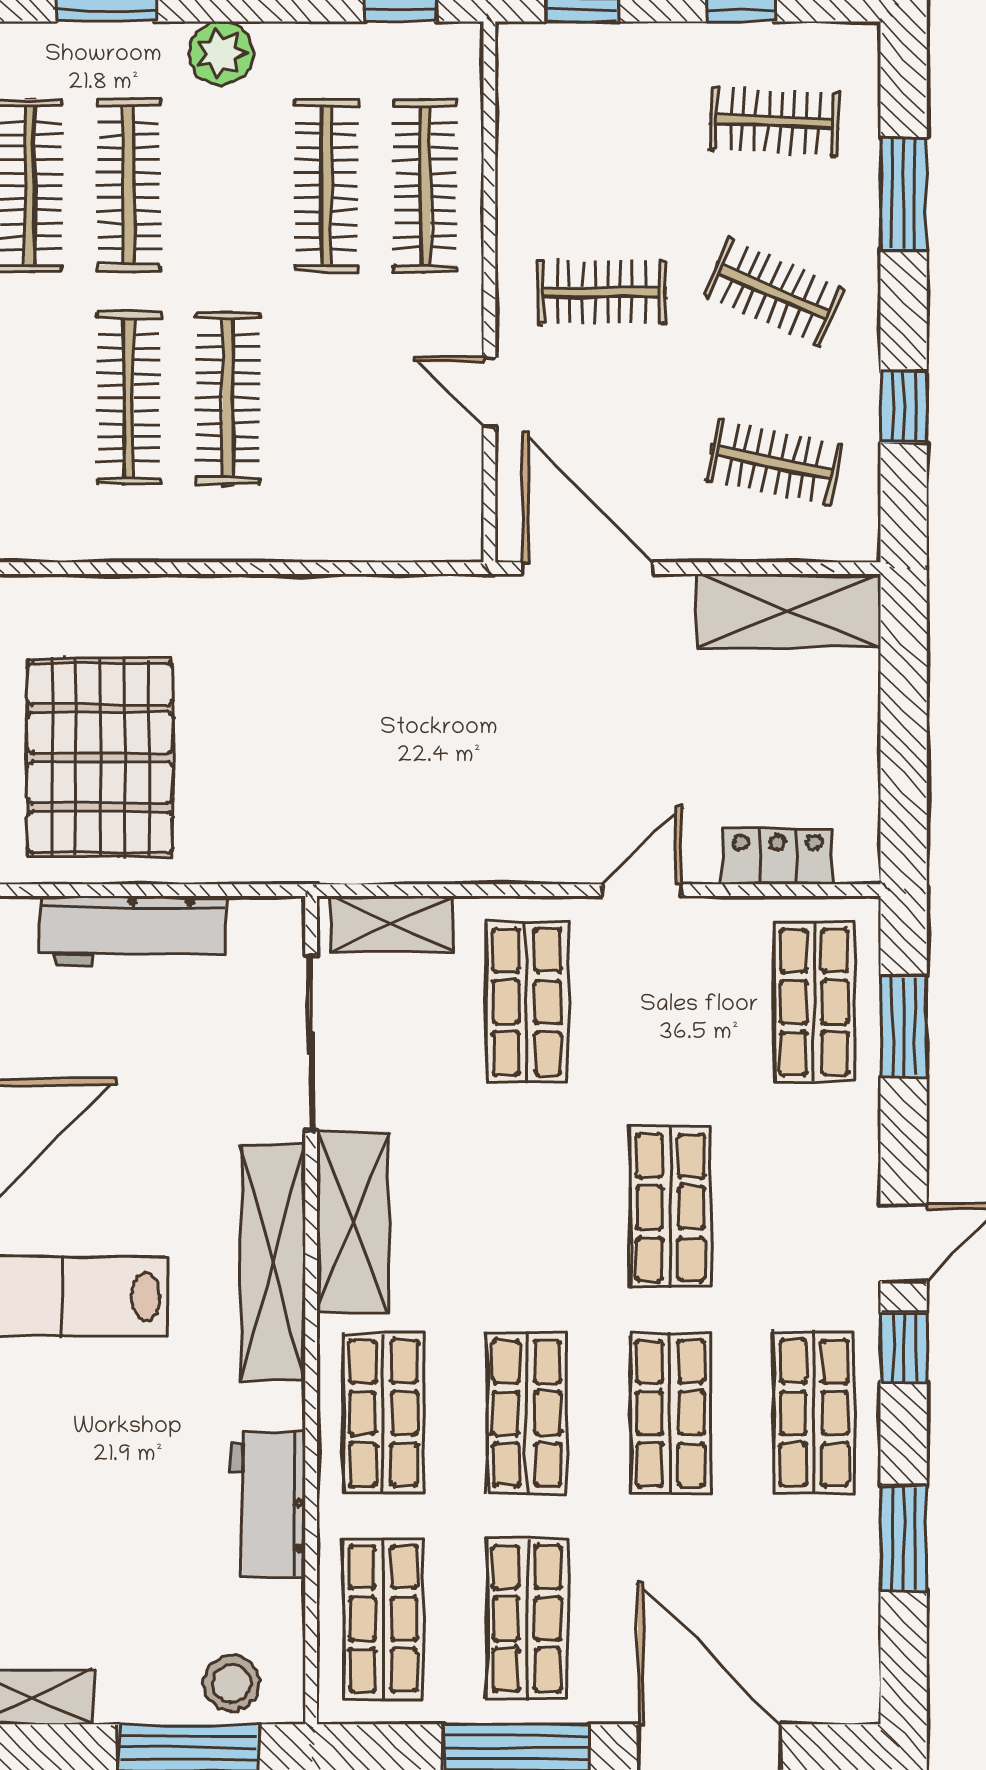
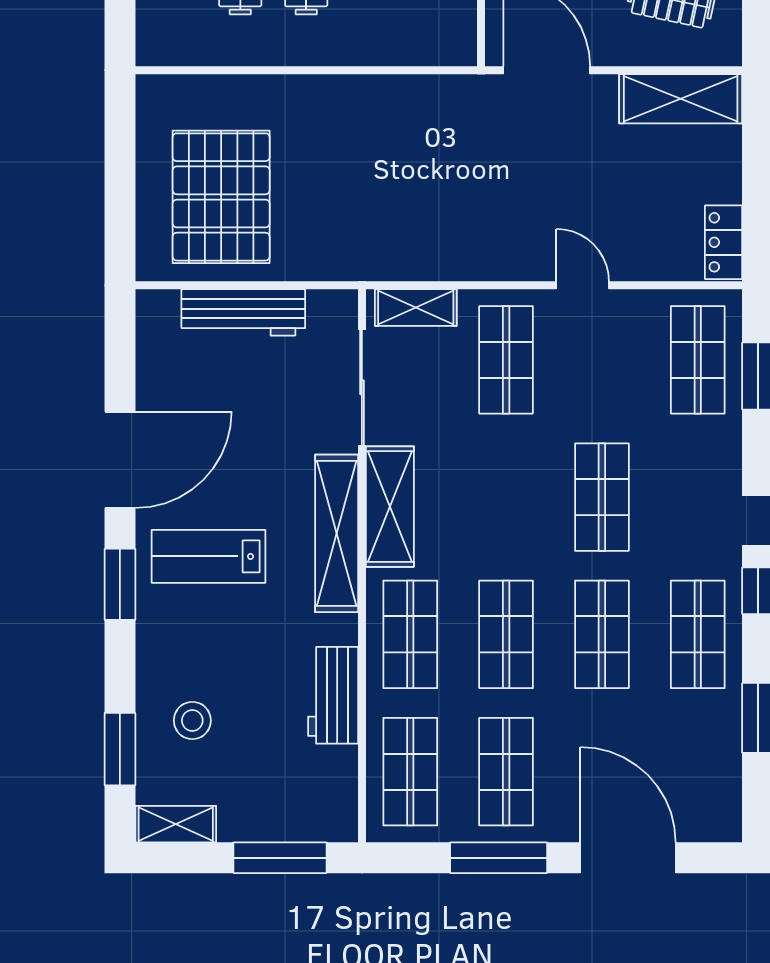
locker: (778, 857) -> (724, 242), moved, turned -90
door: (642, 890) -> (583, 285), hinge flipped
stool: (232, 1683) -> (192, 721), moved

